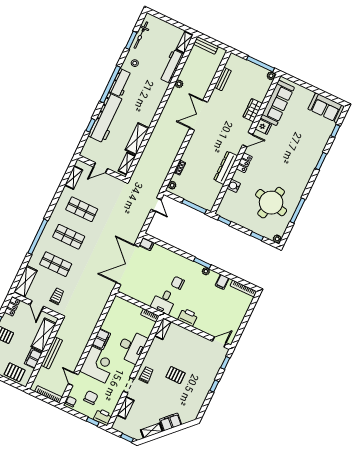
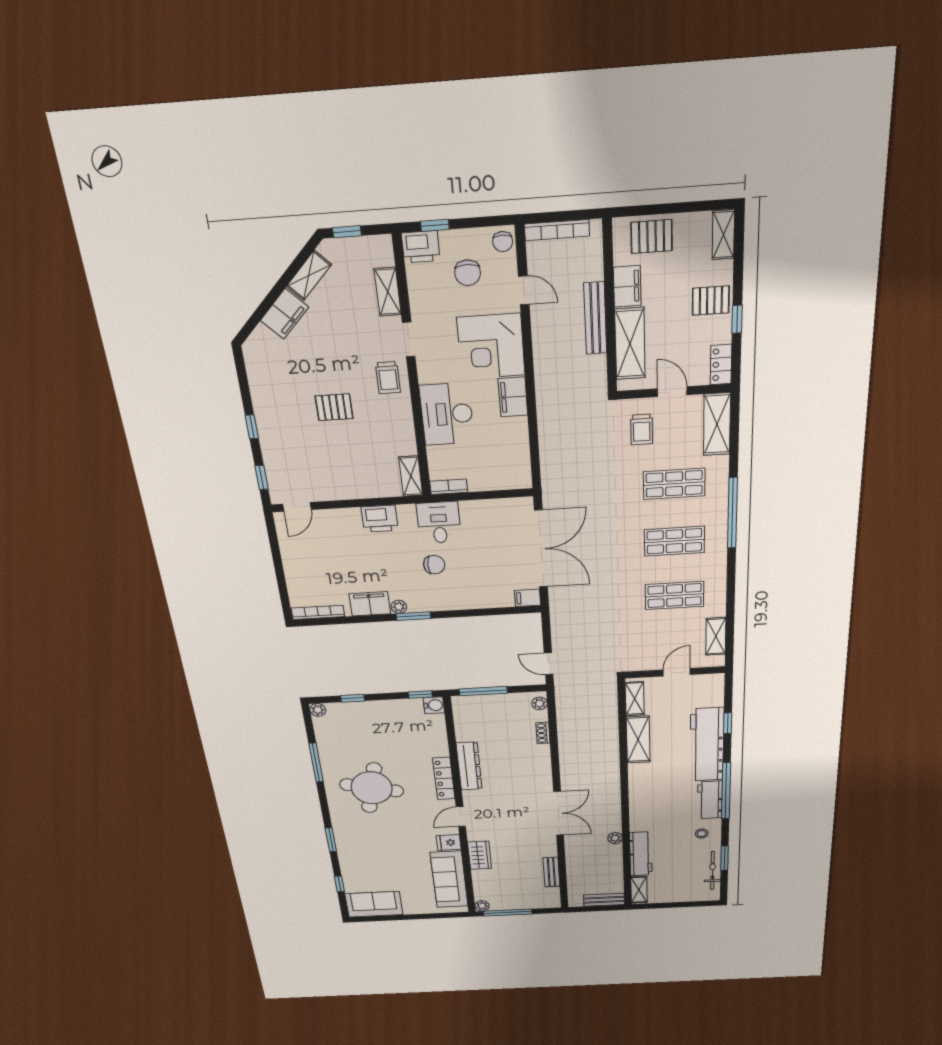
locker: (244, 163) -> (444, 778), width x1.53
water cooler: (234, 186) -> (434, 705), moved
round table: (271, 203) -> (372, 788), moved
filing cabinet: (222, 282) -> (370, 604), width x2.00

